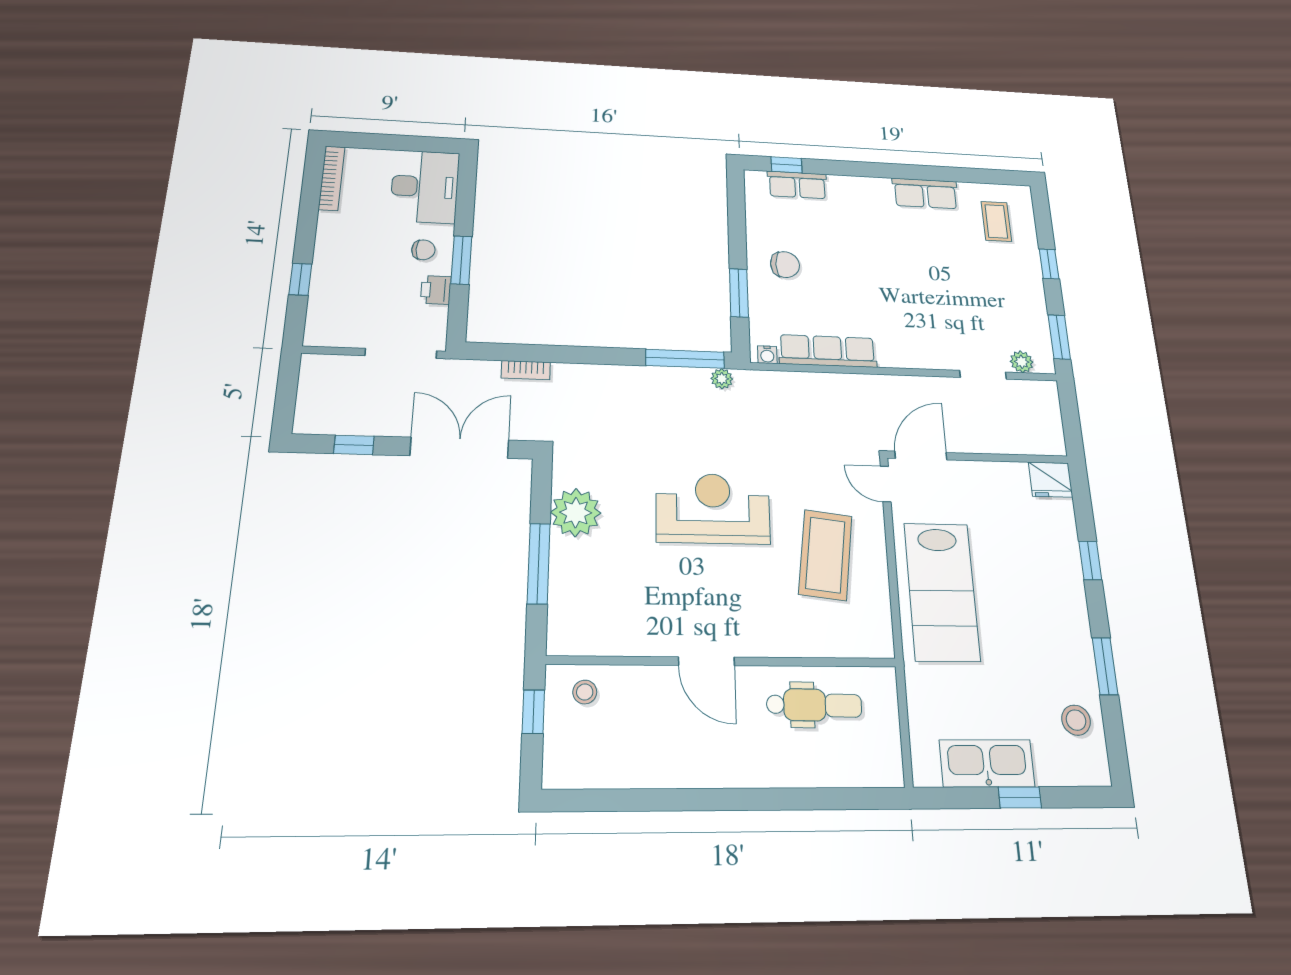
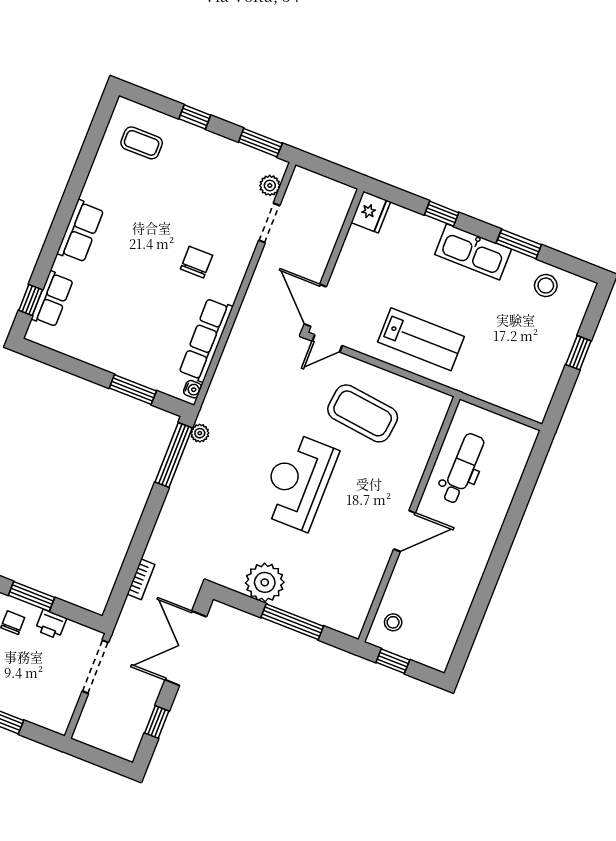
row of seats: (925, 193) -> (80, 231), moved
chair: (785, 265) -> (196, 262), moved
lab bench: (942, 591) -> (421, 339), width x0.73, depth x0.72
kitchen sink: (987, 763) -> (473, 252), moved, turned -90

